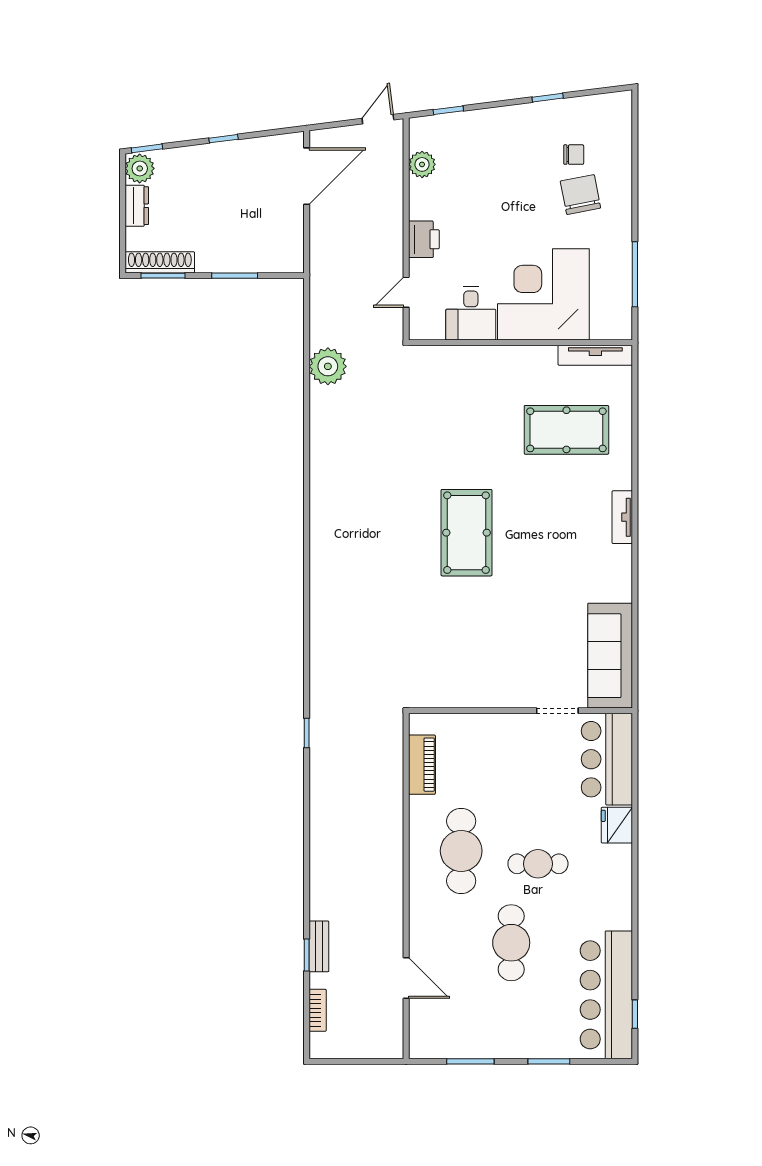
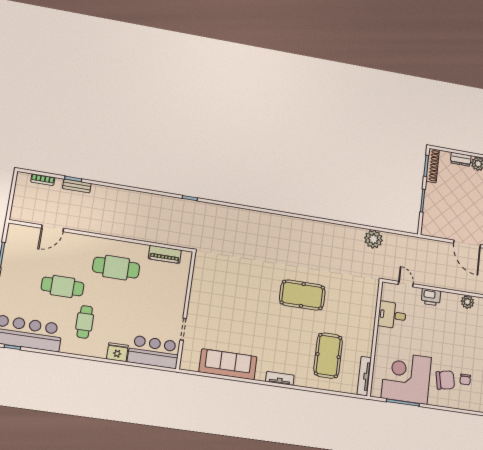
corner desk: (543, 294) -> (406, 378), moved, turned -90
pool table: (466, 533) -> (302, 295), moved
sofa: (610, 656) -> (228, 364), moved
cafe table: (538, 864) -> (85, 322), moved

